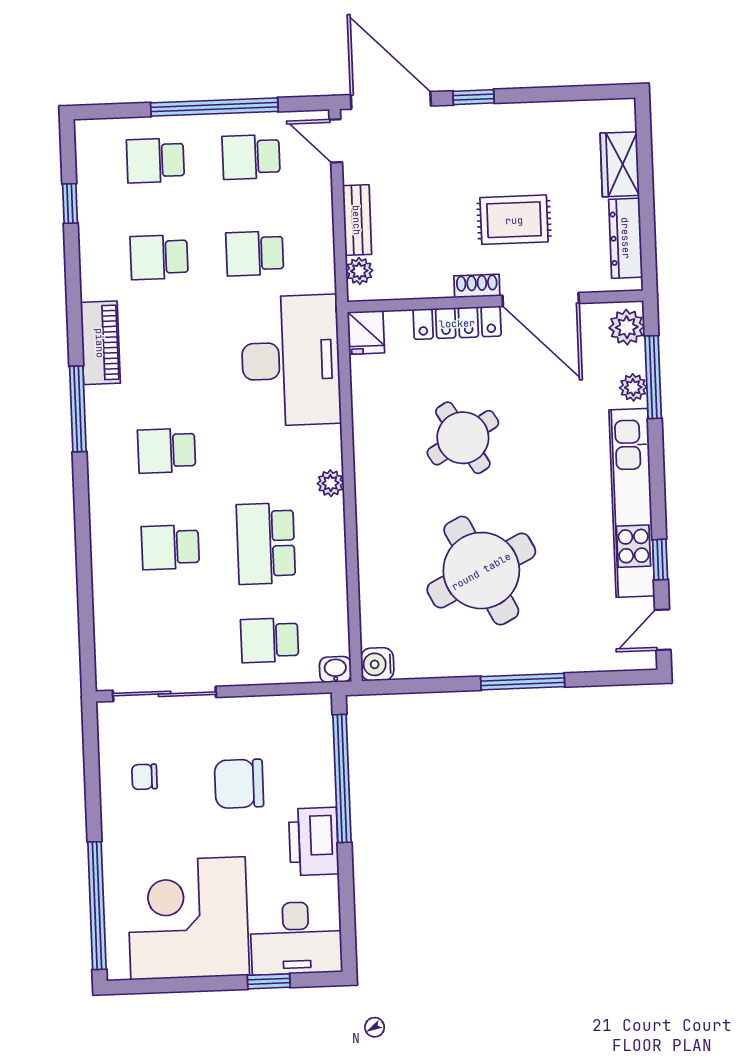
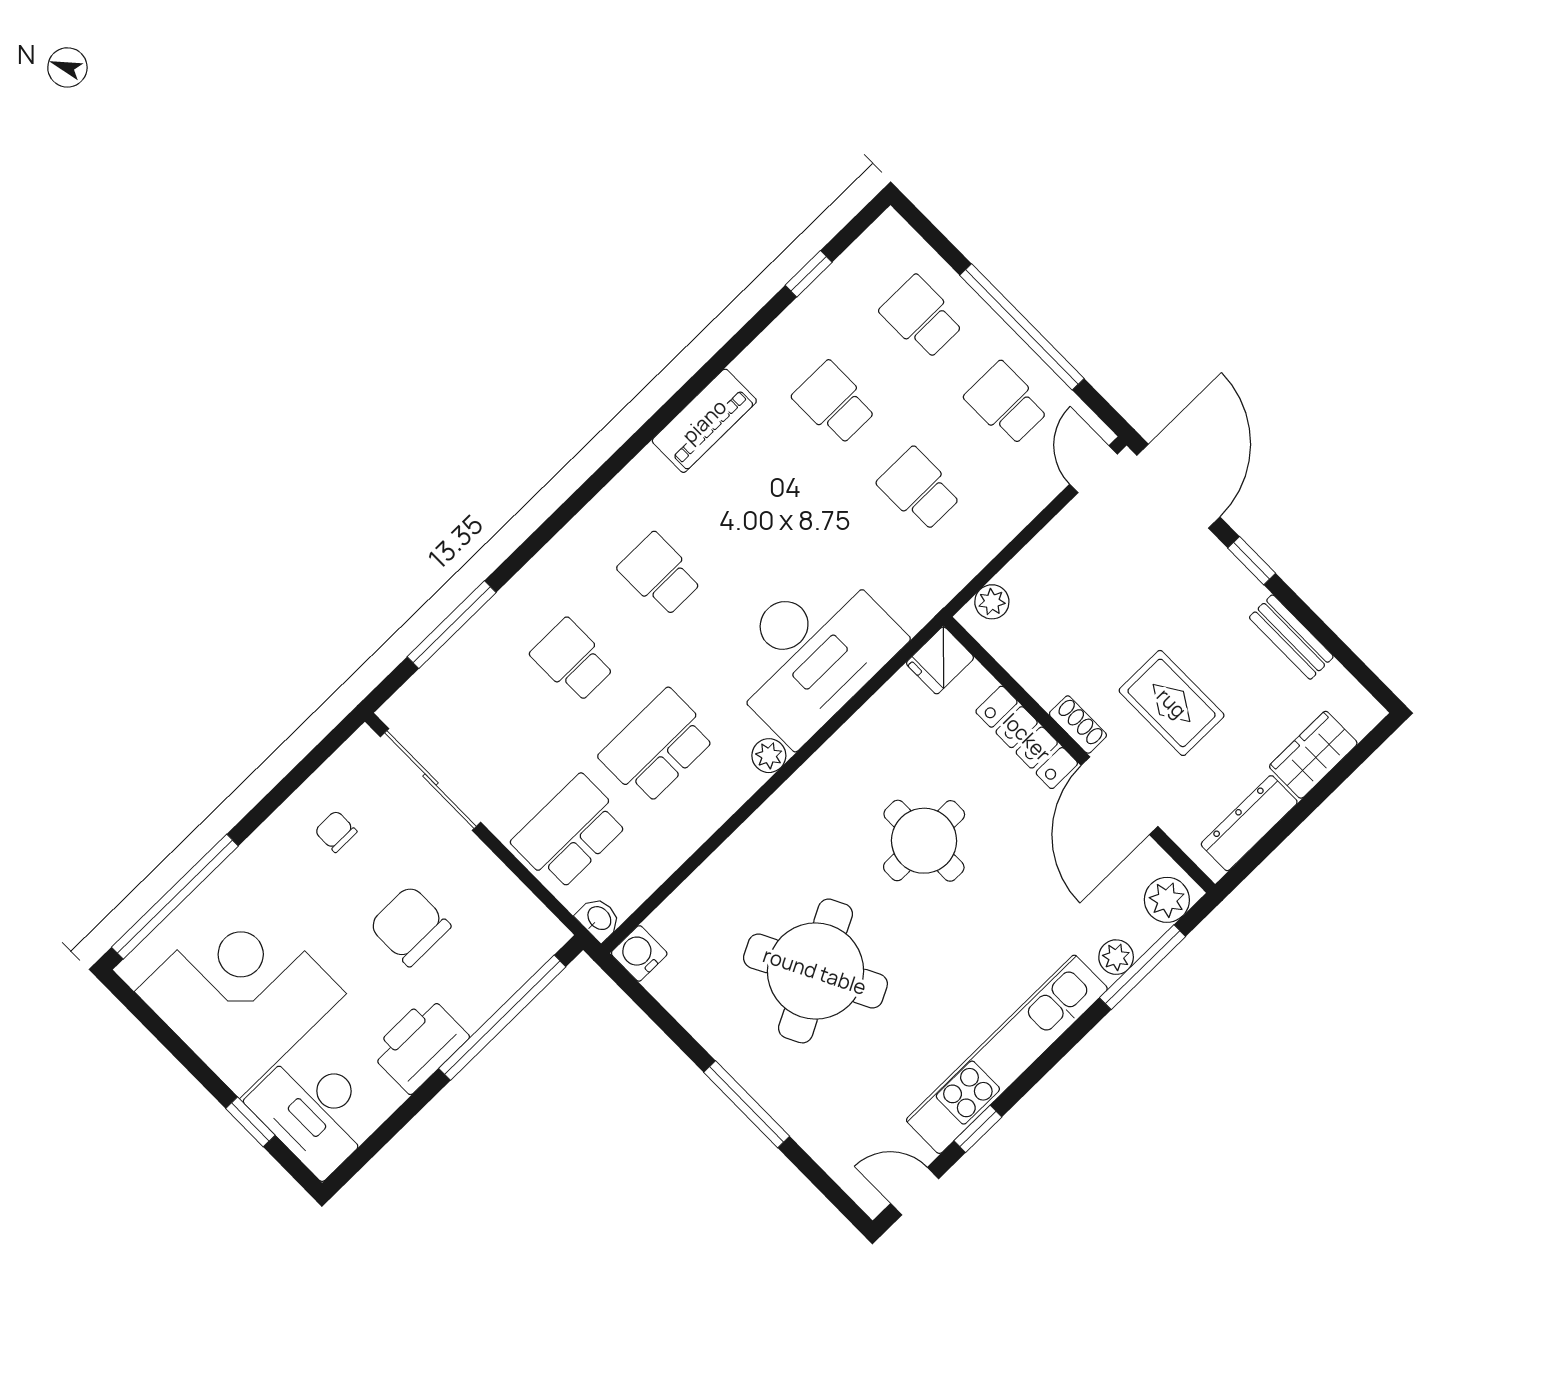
bench: (357, 220) -> (1291, 637), moved, turned 90
desk: (291, 360) -> (811, 652), moved
window: (78, 409) -> (452, 625), moved
round table: (463, 438) -> (924, 841), turned 31
school desk: (270, 640) -> (570, 832), width x1.85

